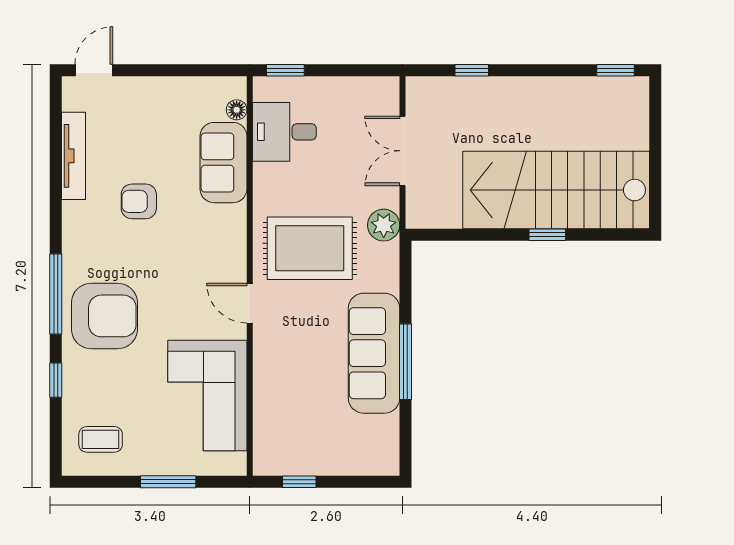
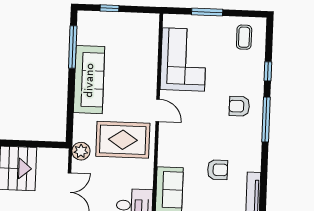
armchair: (104, 316) -> (239, 106), width x0.53, depth x0.53
window: (405, 362) -> (73, 47), moved
coffee table: (101, 439) -> (244, 37), turned 90
window: (299, 482) -> (109, 8), moved

